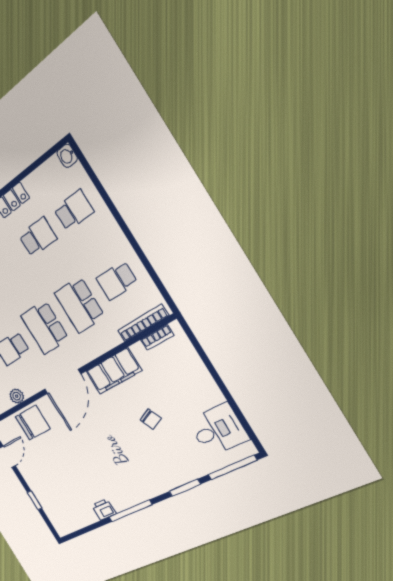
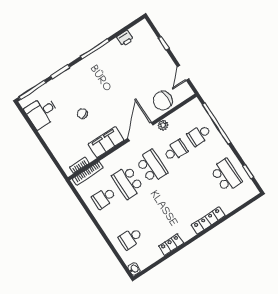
school desk: (38, 237) -> (154, 223), removed
school desk: (117, 281) -> (104, 198), turned 180
school desk: (80, 305) -> (128, 182), turned 180
plant: (17, 396) -> (163, 125), moved
printer: (104, 509) -> (125, 38), moved

